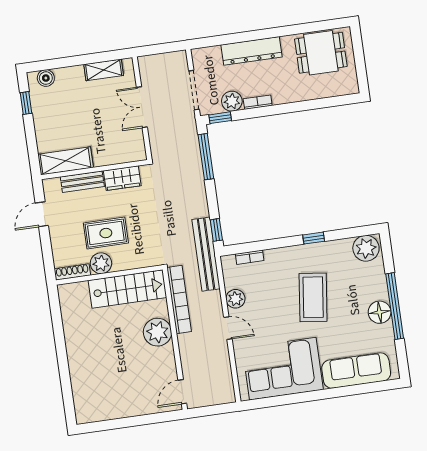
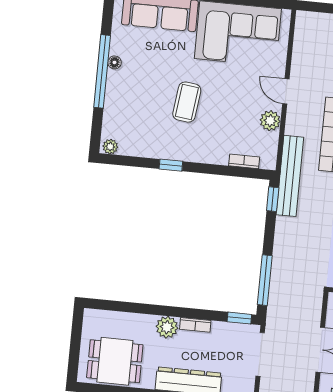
plant: (232, 101) -> (167, 327), moved
plant: (366, 248) -> (110, 147), width x0.53, depth x0.53
coffee table: (313, 297) -> (187, 102), width x0.73, depth x0.76
floor lamp: (380, 312) -> (114, 62), width x0.53, depth x0.53

